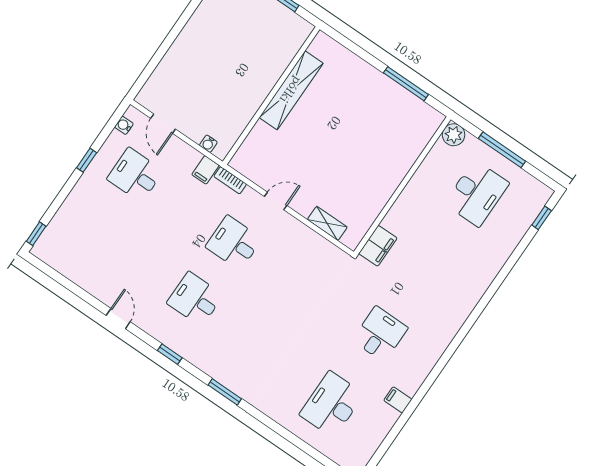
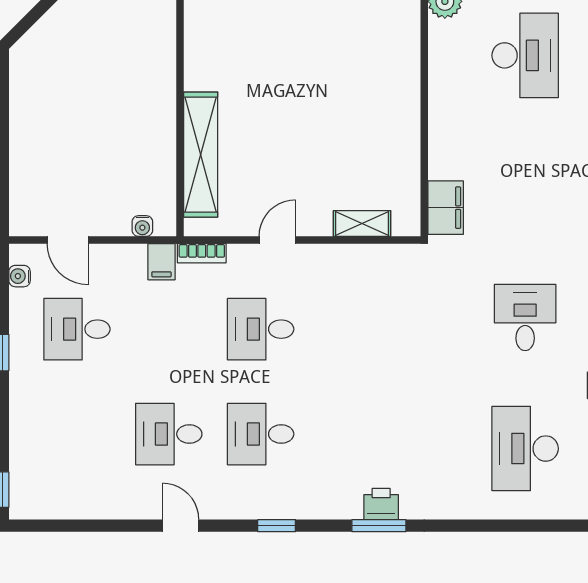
shelving: (291, 90) -> (201, 155), moved
desk: (146, 265) -> (169, 434), added
printer: (234, 381) -> (381, 504), added

